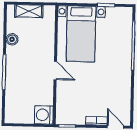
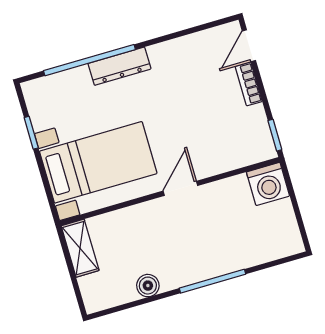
shelving: (29, 11) -> (80, 248), moved
dresser: (125, 59) -> (120, 66), added

